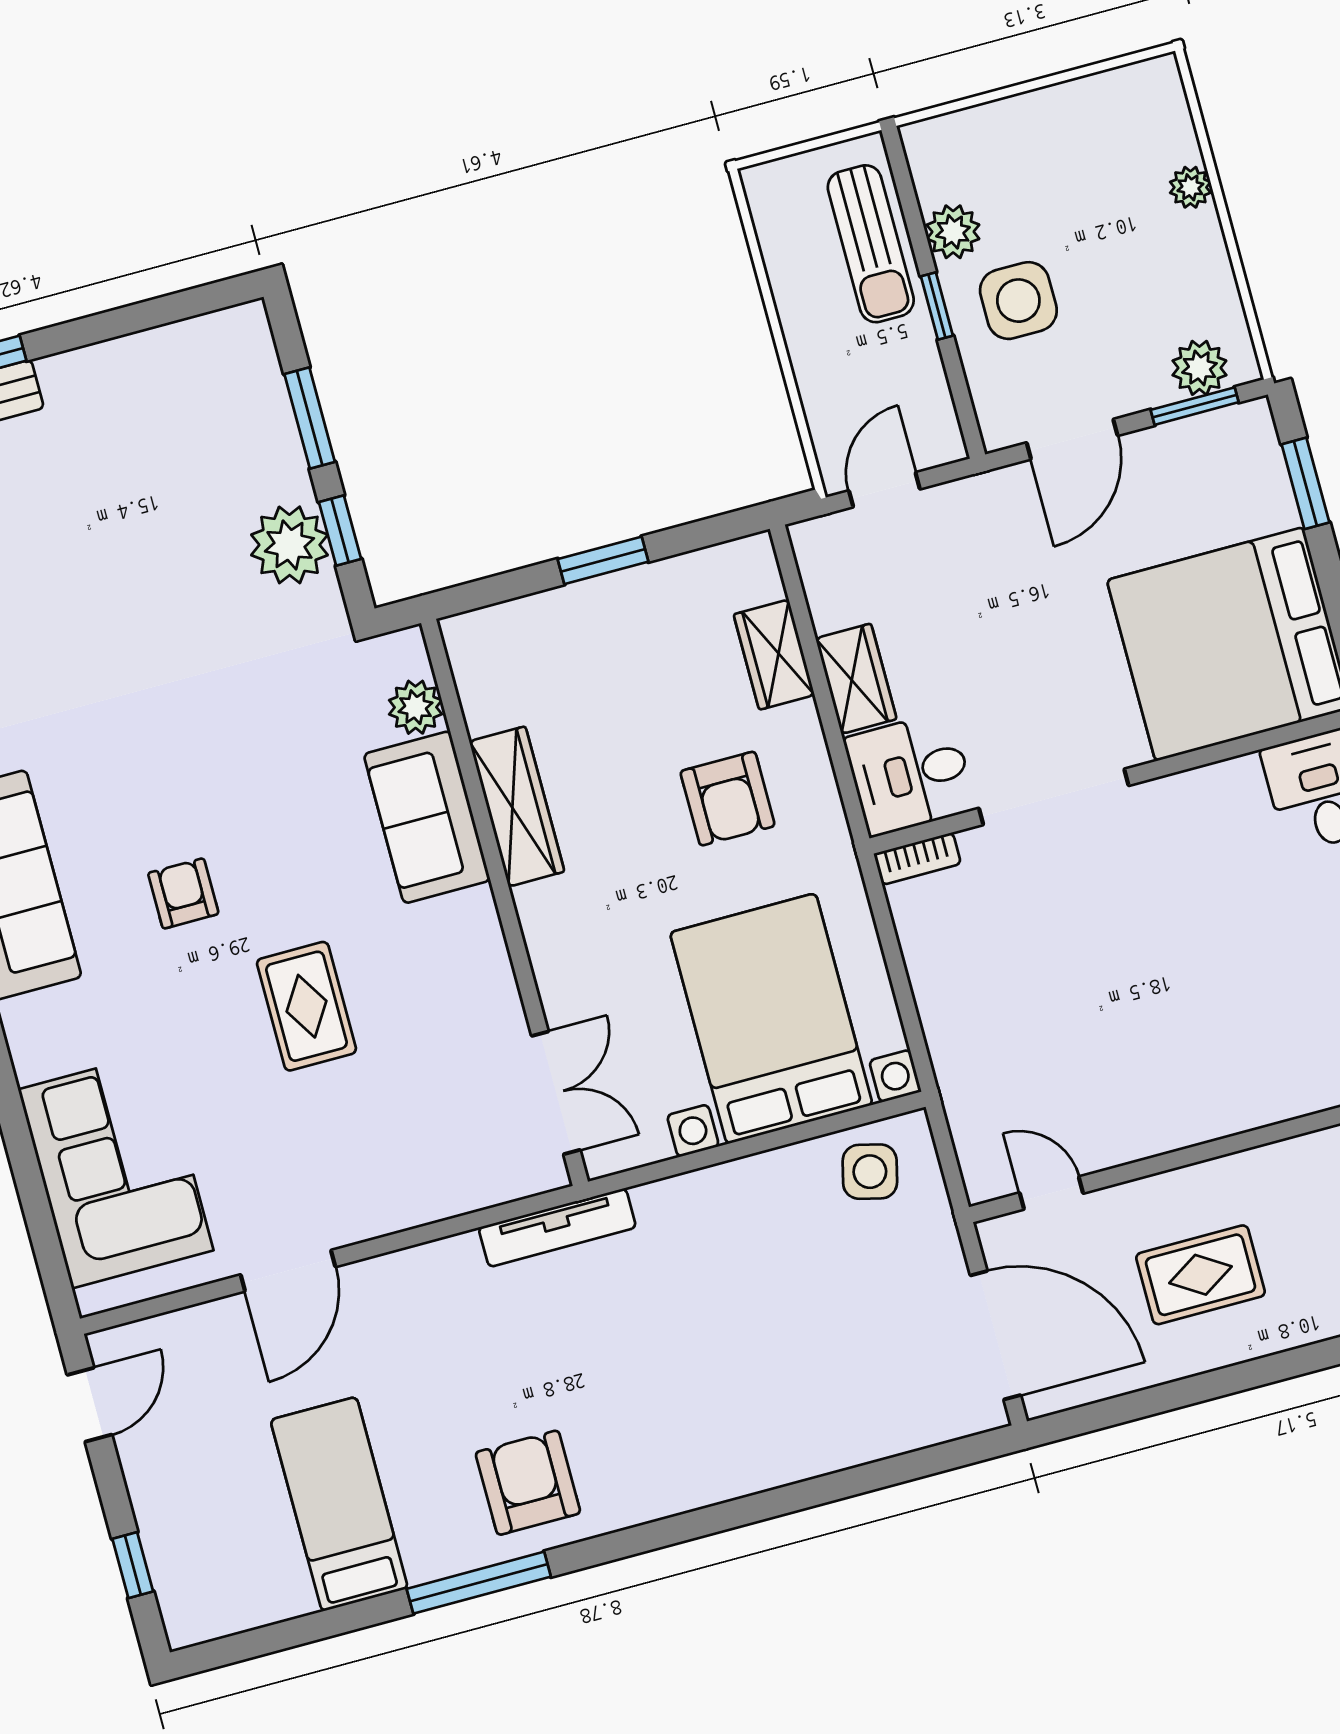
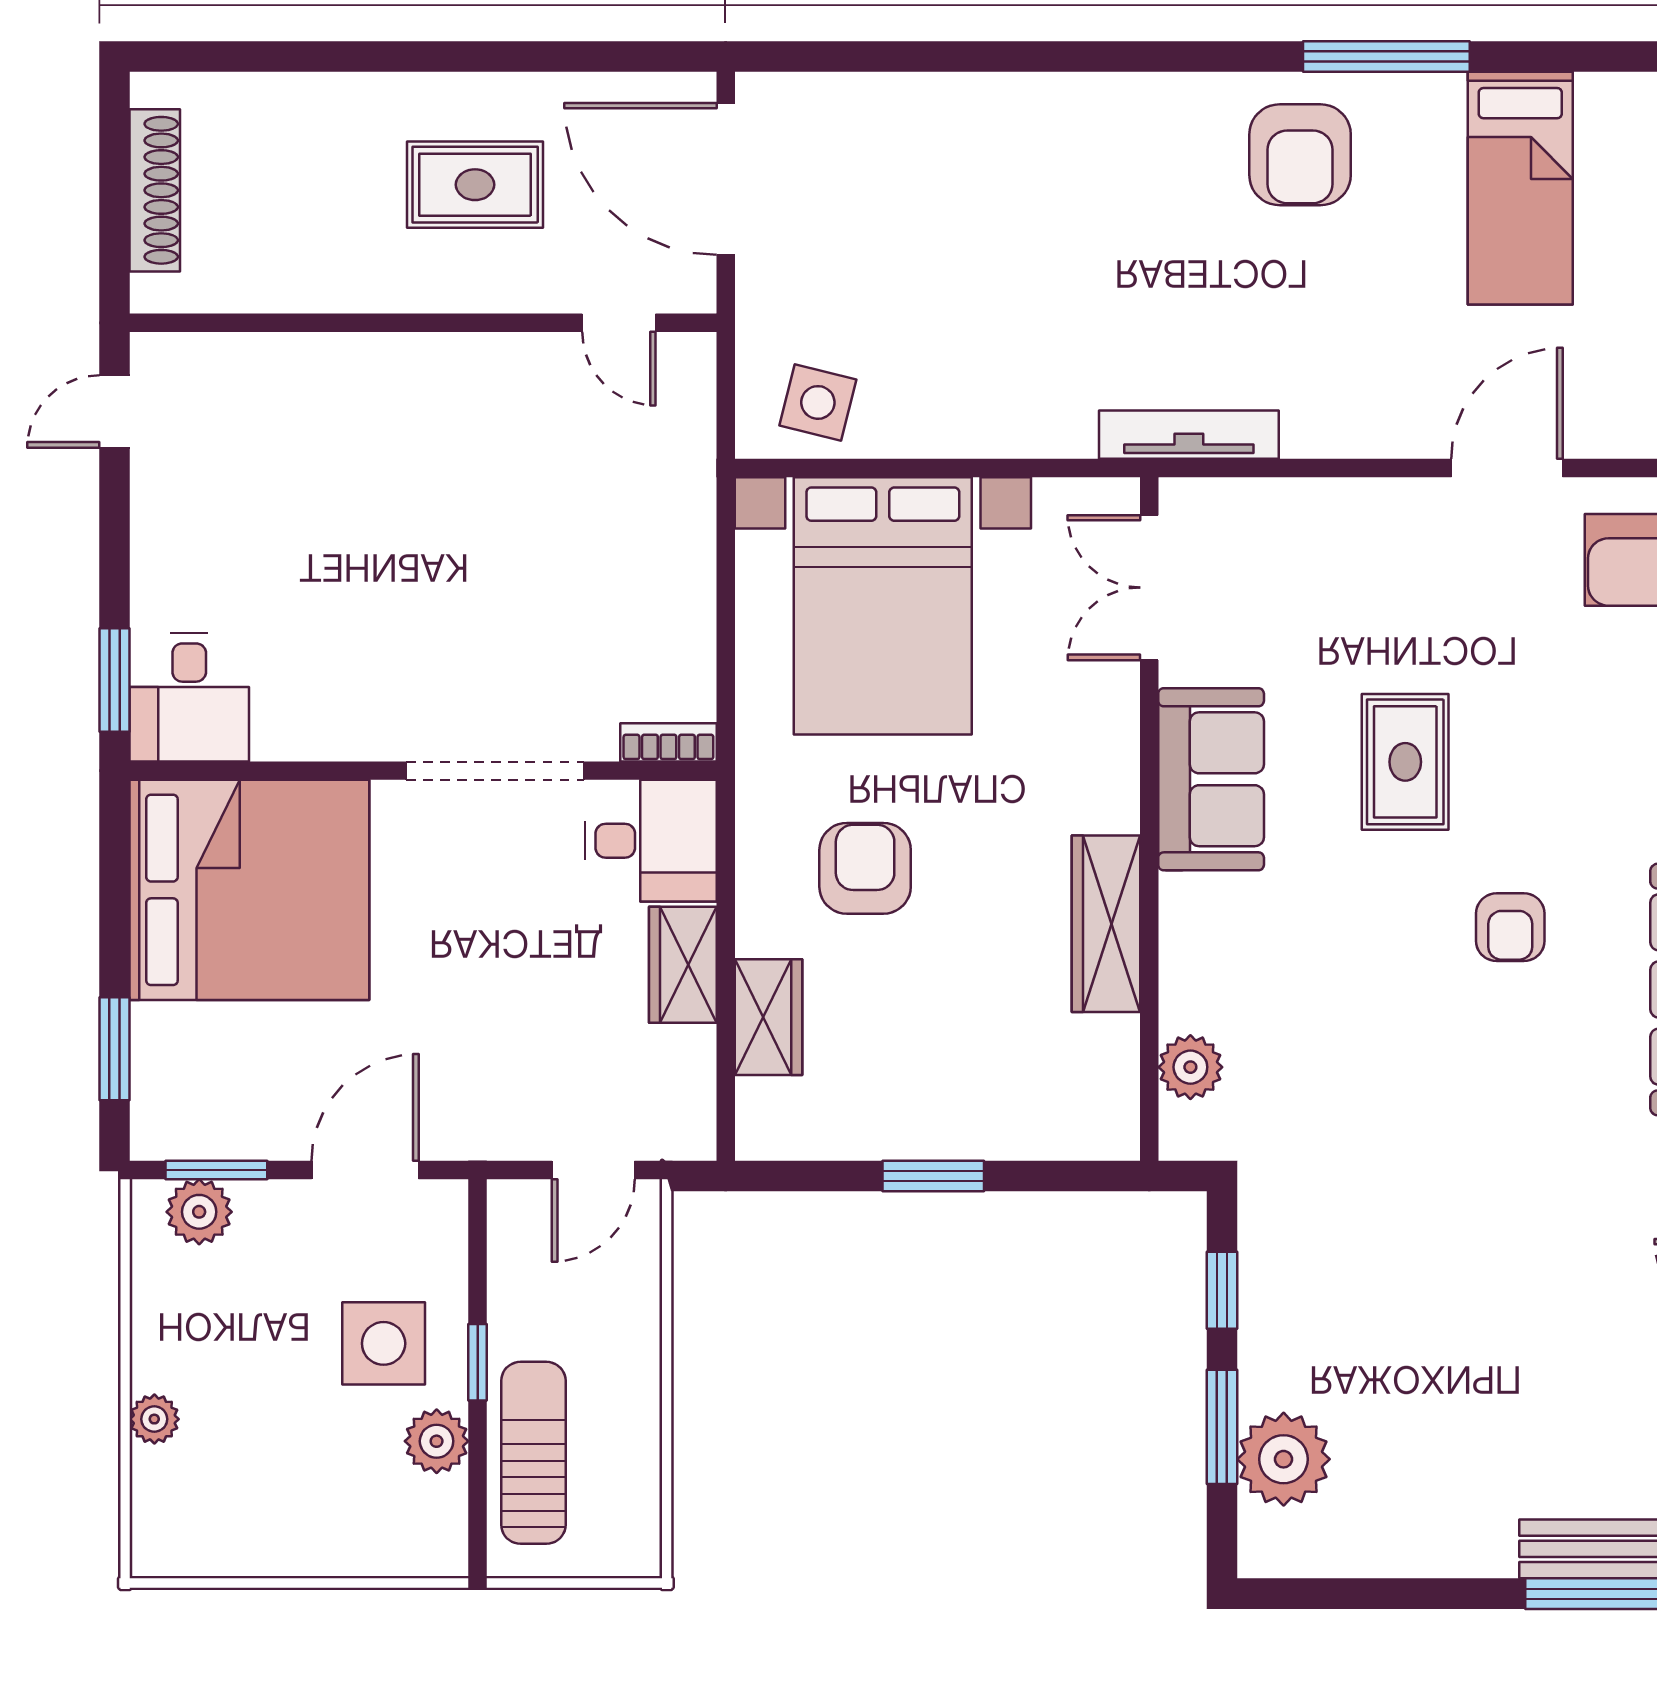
plant: (289, 545) -> (1284, 1459), moved
sofa: (427, 817) -> (1211, 779), moved

